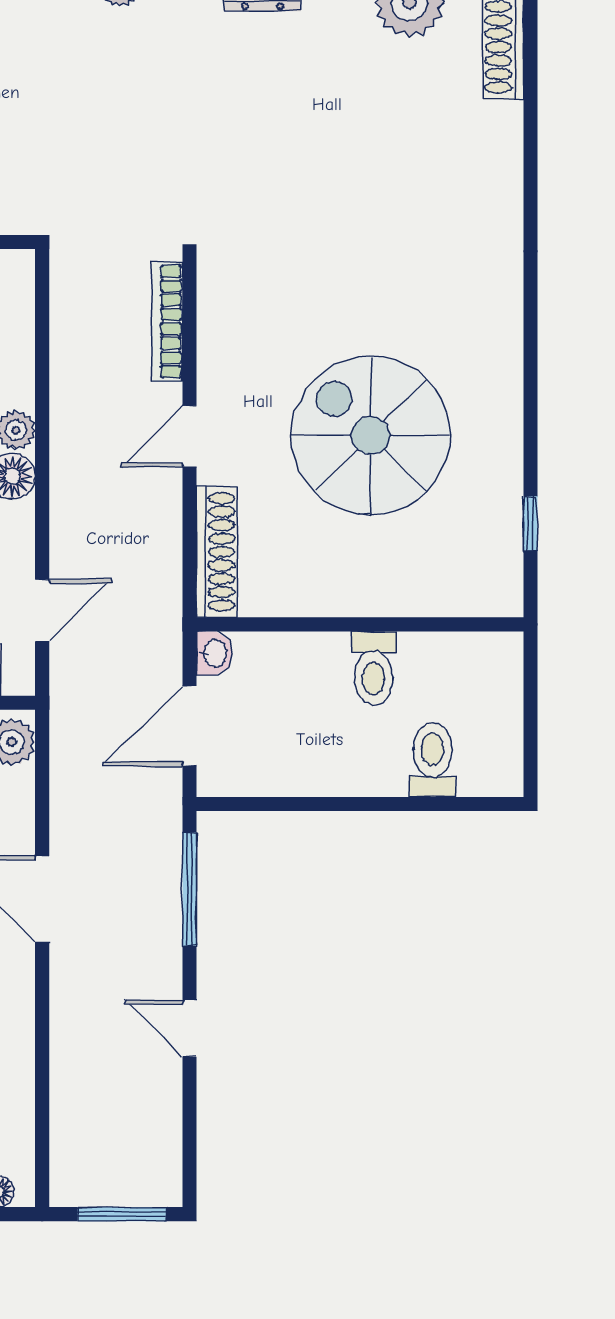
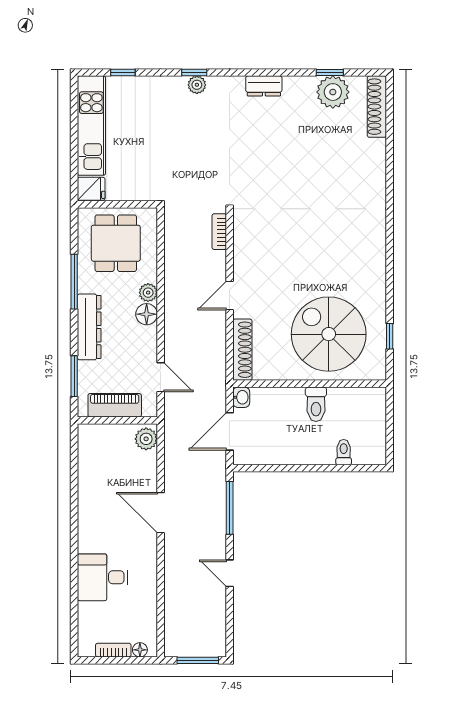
bookcase: (167, 322) -> (219, 232), width x0.64
spiral stairs: (371, 435) -> (329, 334), moved
door: (42, 610) -> (161, 377), hinge flipped
toilet: (432, 760) -> (344, 452), width x0.73, depth x0.72

